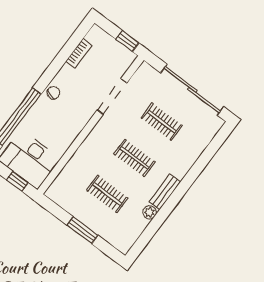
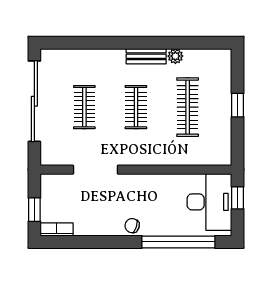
window: (127, 41) -> (34, 210), moved
bookcase: (79, 53) -> (57, 230), moved
clothes rail: (107, 194) -> (188, 107), width x1.36
window: (82, 230) -> (238, 105), width x0.67

